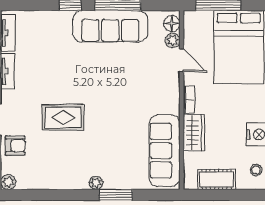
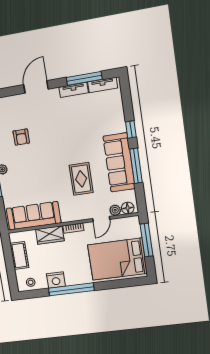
rug: (63, 117) -> (81, 179), moved
armchair: (15, 146) -> (21, 137), moved

